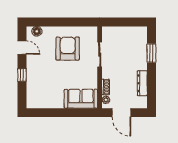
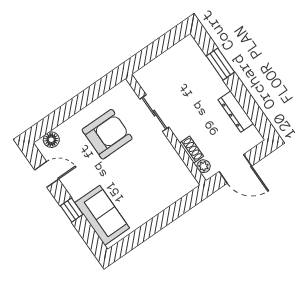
armchair: (68, 49) -> (107, 134), turned 90
sofa: (81, 99) -> (102, 215), moved, turned 90

